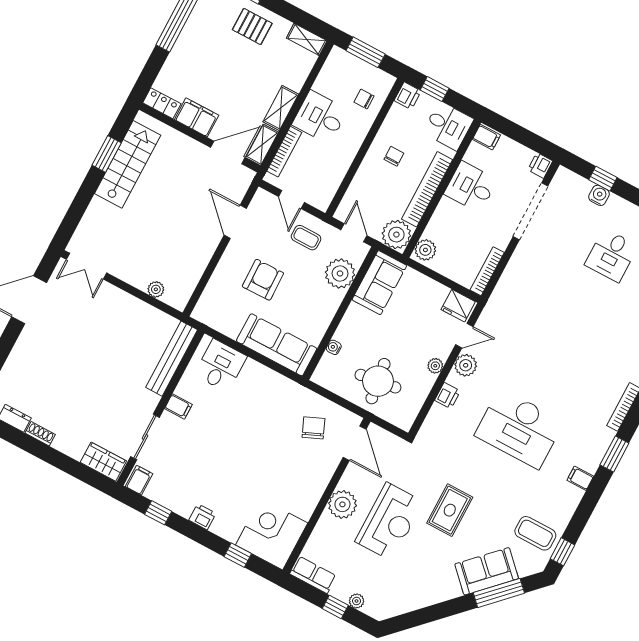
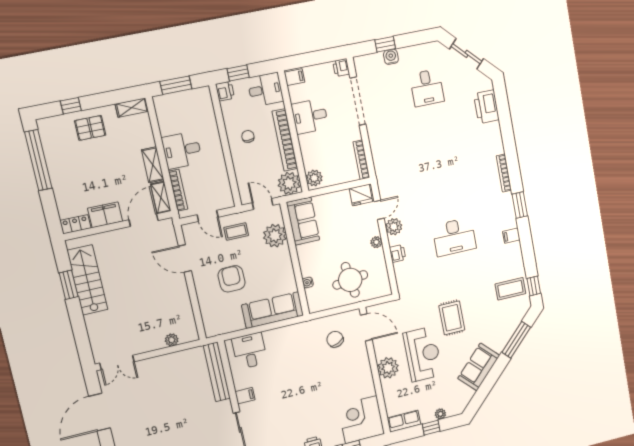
chair: (364, 99) -> (200, 116), removed
desk: (519, 429) -> (454, 237), width x0.73, depth x0.77
sofa: (487, 571) -> (479, 367), moved

